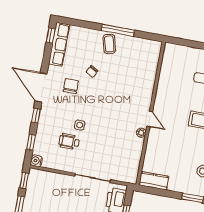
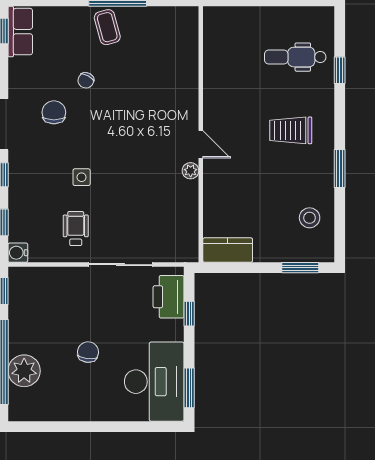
row of seats: (59, 44) -> (20, 32), width x0.68
wheelchair: (69, 142) -> (76, 229), moved, turned 90

